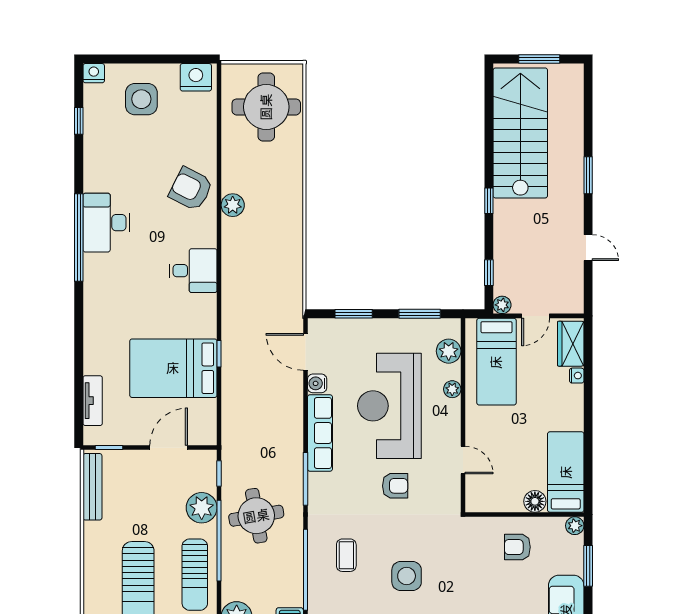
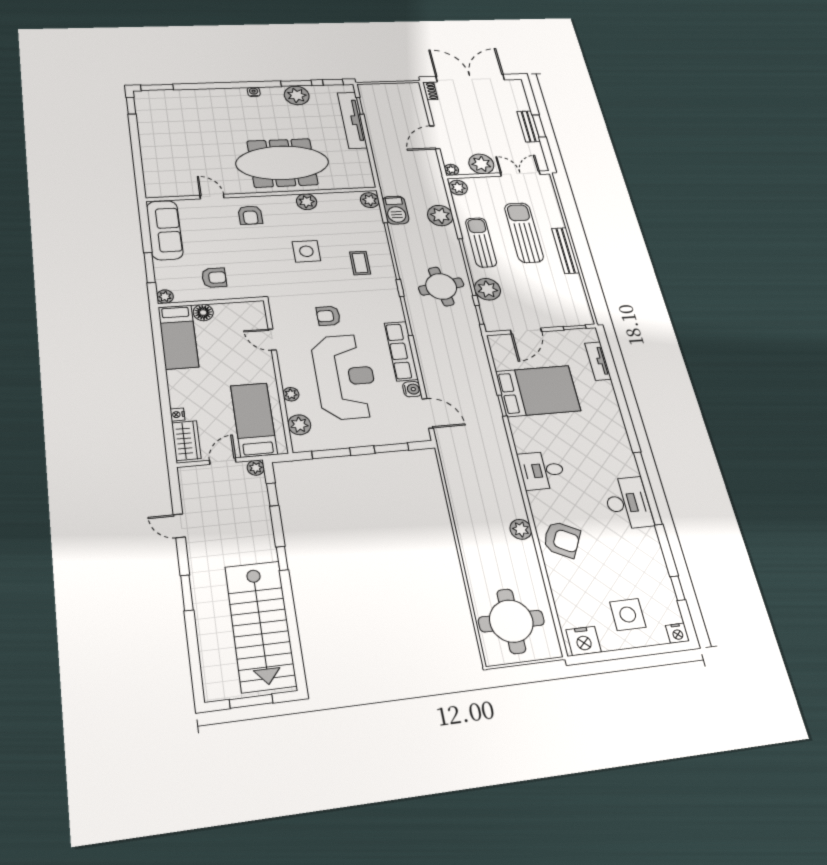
bench: (92, 487) -> (566, 251), moved

